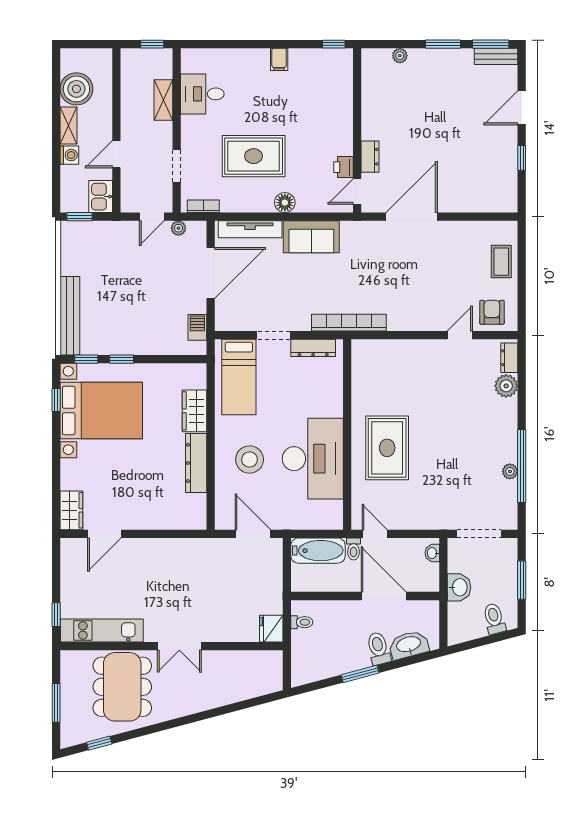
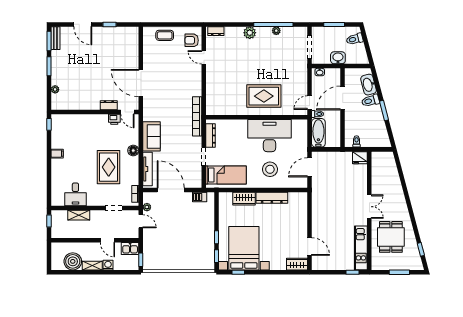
bench: (70, 316) -> (193, 265), removed
plant: (506, 386) -> (250, 33), moved
dining table: (122, 687) -> (391, 237), width x0.73

